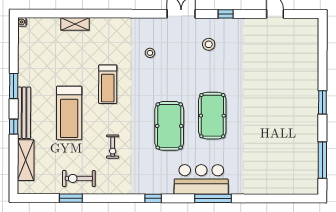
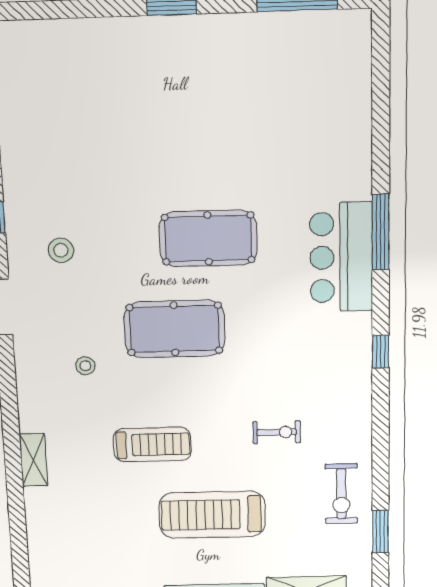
shelving: (75, 24) -> (34, 460), moved
treadmill: (69, 113) -> (212, 515), turned 180
pool table: (169, 126) -> (174, 329), moved
window: (71, 198) -> (380, 532), moved

